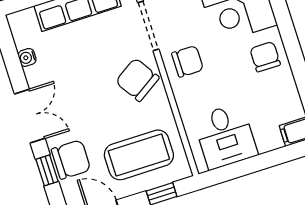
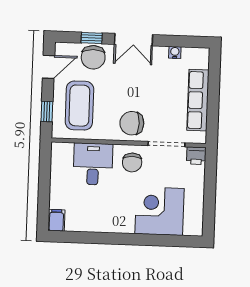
chair: (265, 57) -> (116, 217), removed
chair: (137, 80) -> (132, 123), turned -147
desk: (225, 136) -> (93, 164), moved, turned 90

